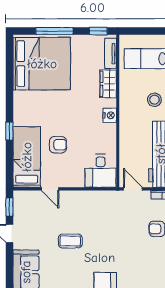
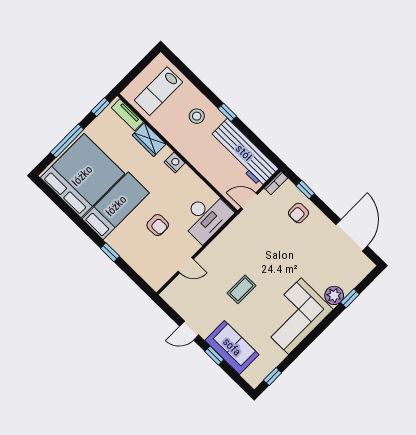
armchair: (58, 145) -> (158, 225), turned 90
bed: (27, 157) -> (116, 206), moved, turned 90
desk: (101, 171) -> (206, 217), width x1.37
window: (9, 207) -> (214, 355), moved

